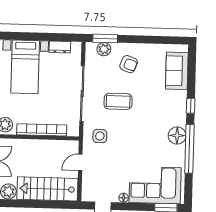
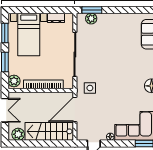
armchair: (129, 64) -> (111, 30), removed
coffee table: (118, 101) -> (104, 60), removed
door: (80, 162) -> (75, 109), width x1.88

